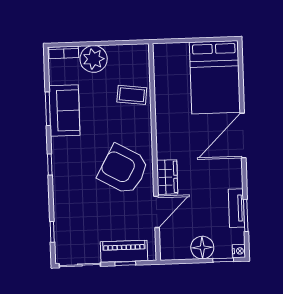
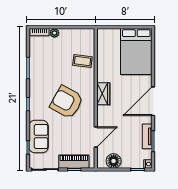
plant: (94, 59) -> (54, 33), width x0.53, depth x0.53
sofa: (64, 111) -> (39, 137), moved
door: (243, 135) -> (153, 101), moved
armchair: (123, 169) -> (67, 102), moved
wardrobe: (167, 177) -> (103, 94), moved
floor lamp: (202, 248) -> (114, 161), moved

